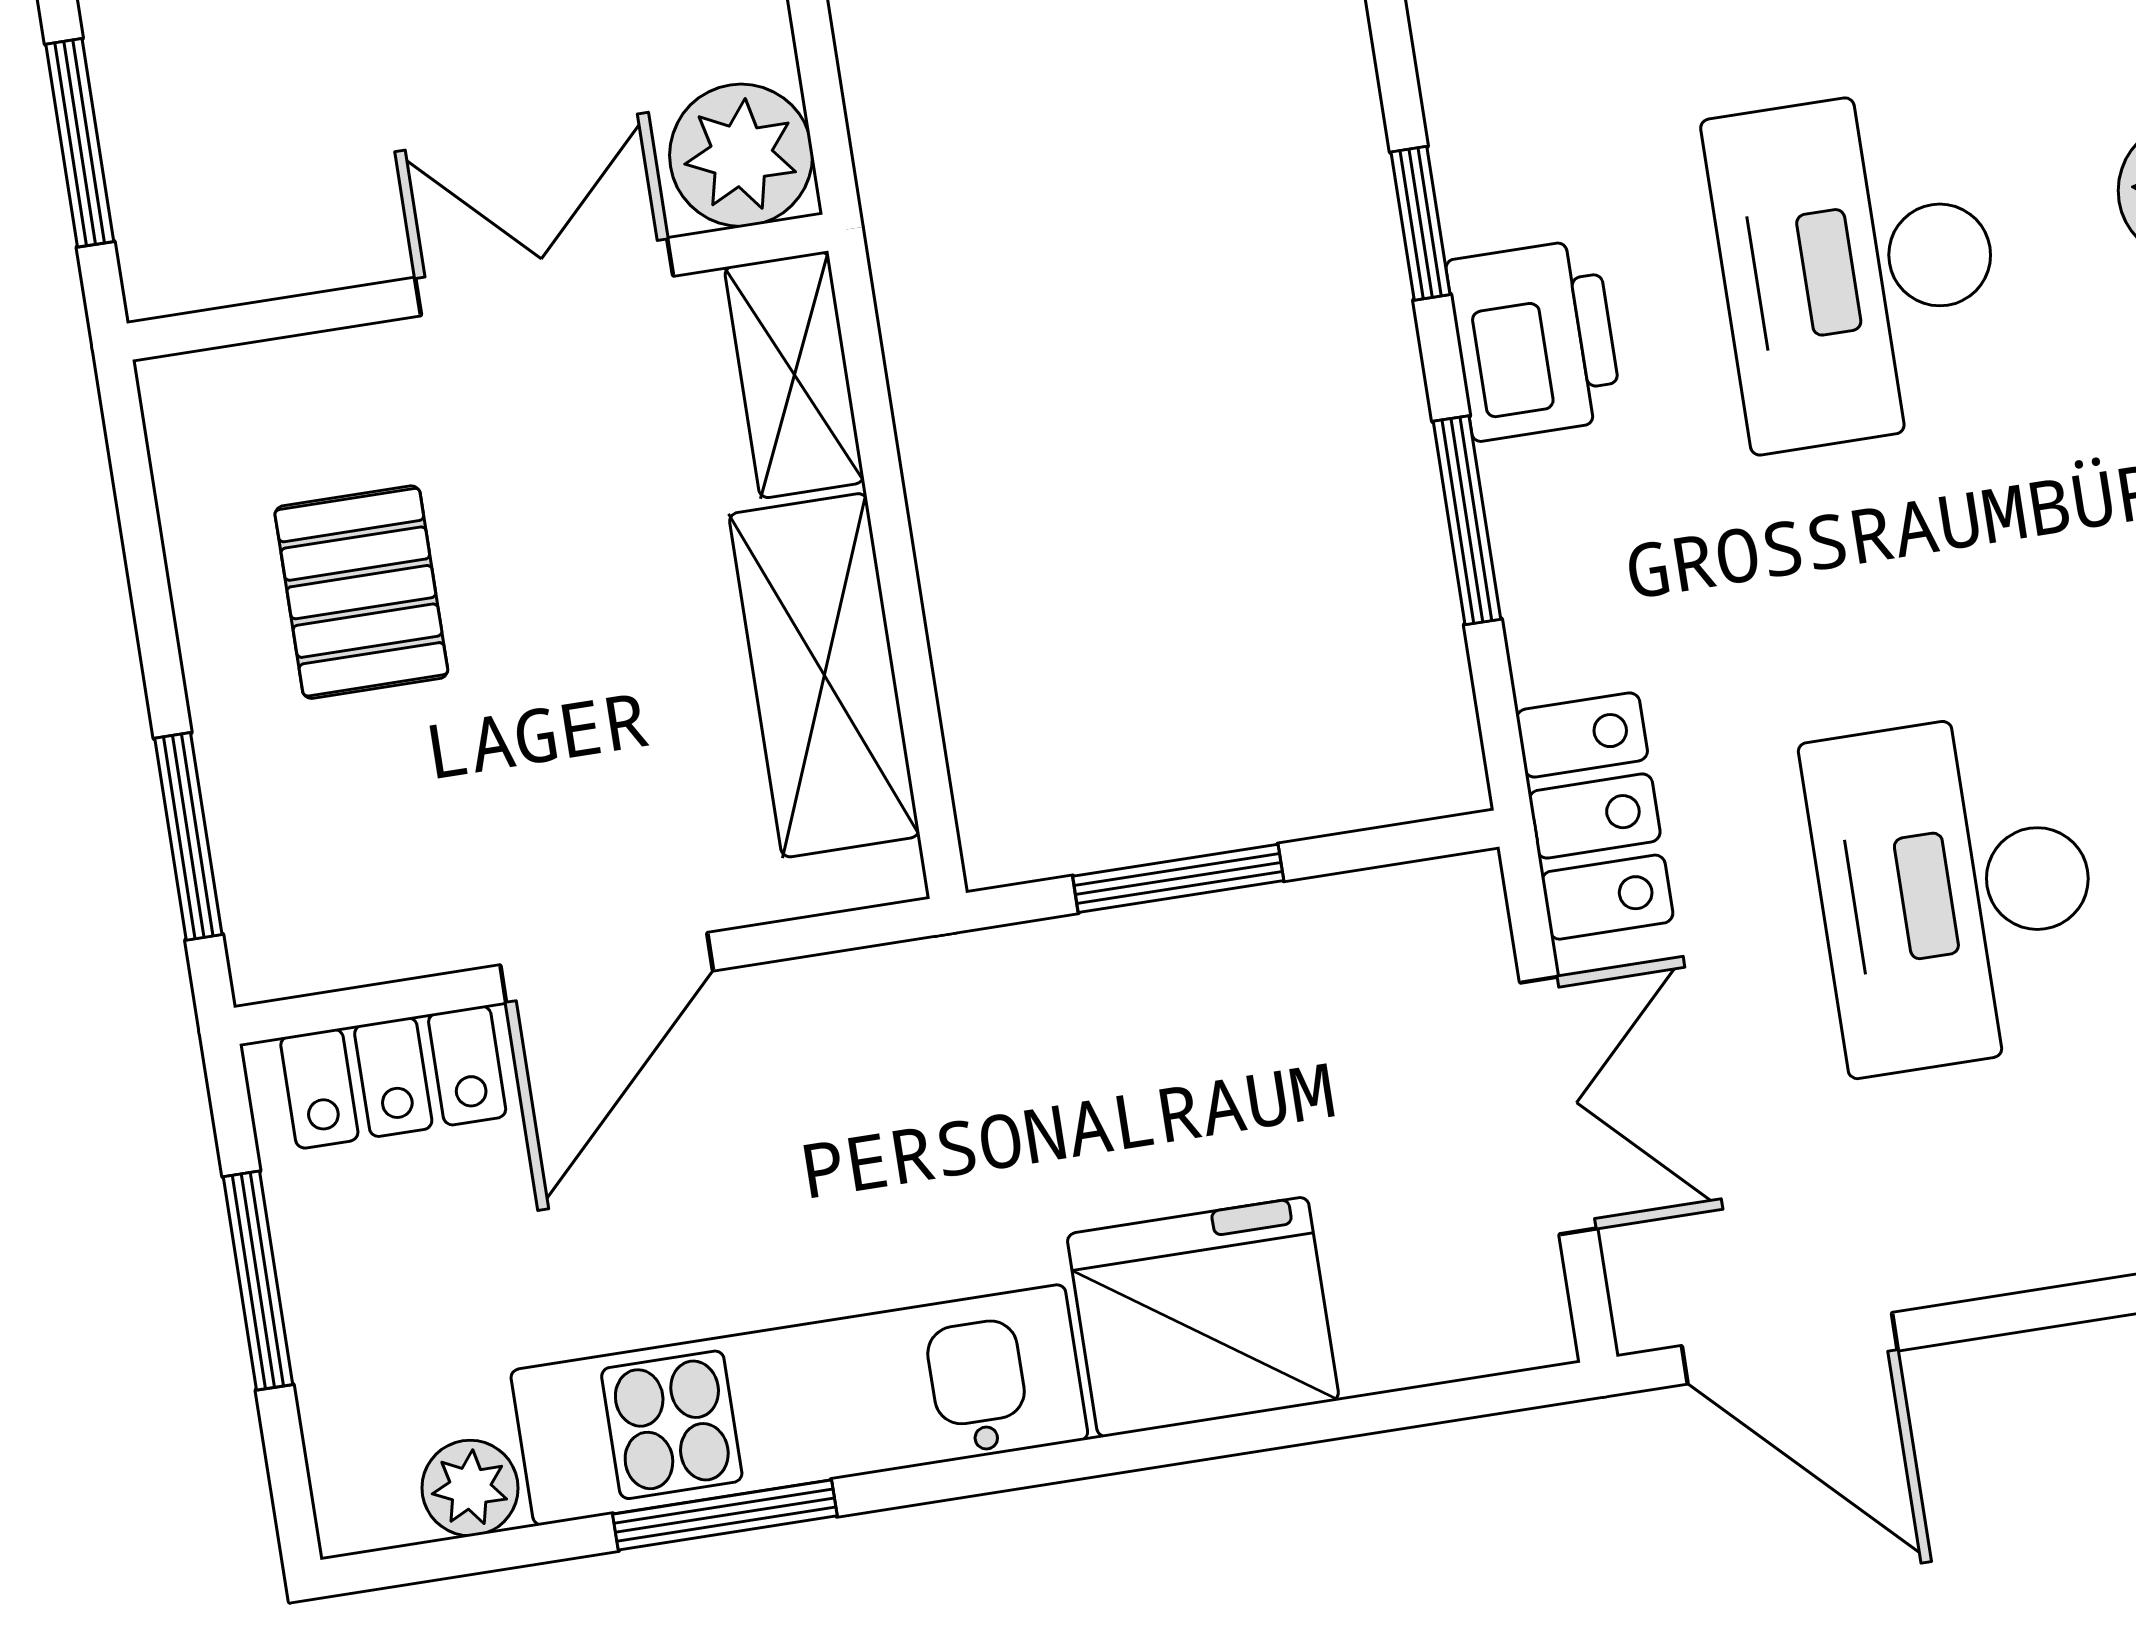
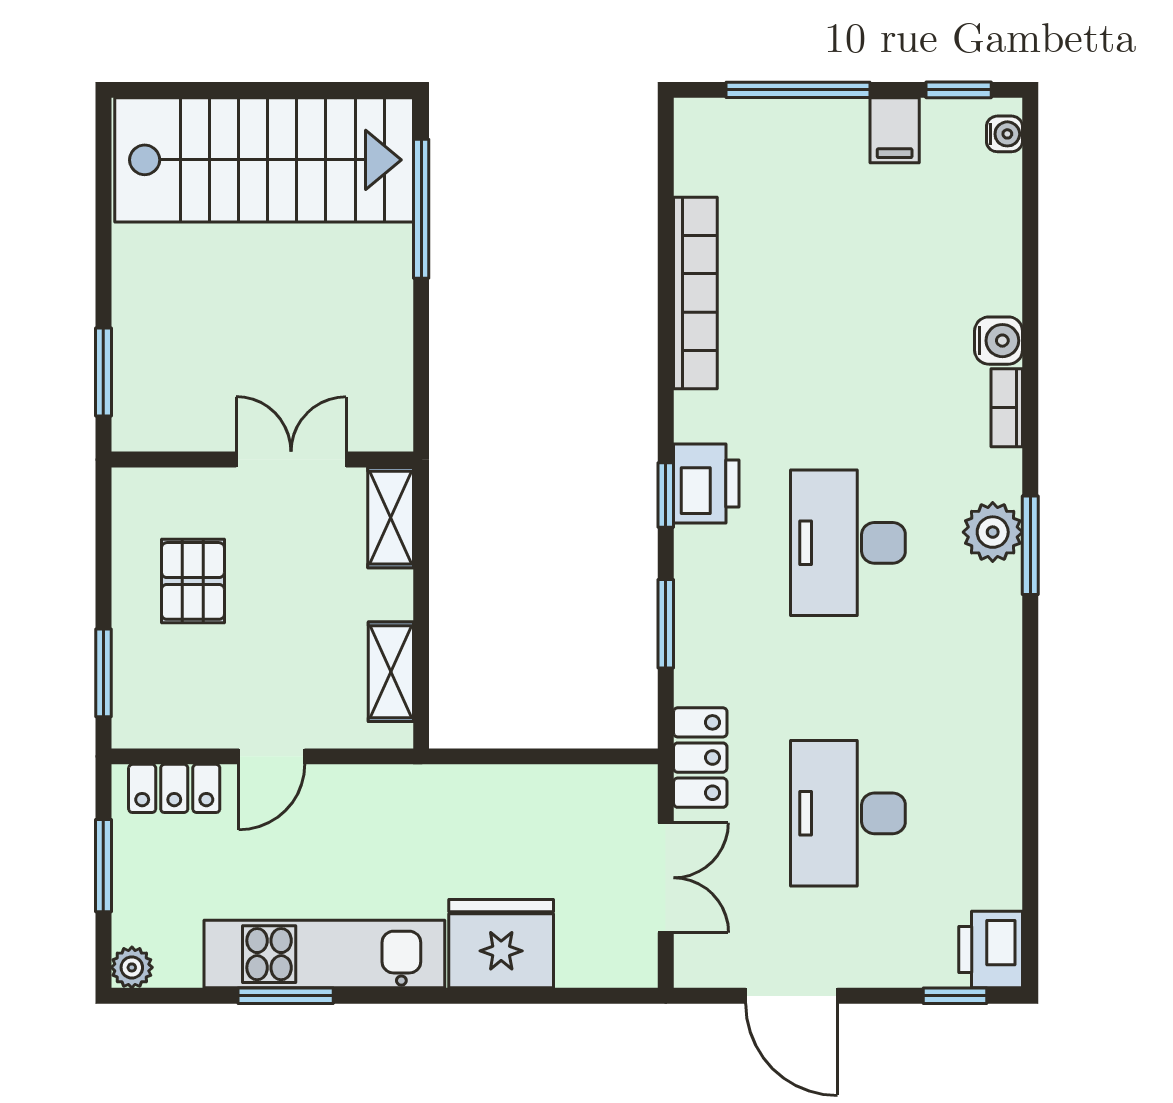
plant: (741, 155) -> (383, 421), removed
printer: (1534, 340) -> (706, 484), moved
shelving: (824, 675) -> (391, 672), width x0.67, depth x0.75
window: (1178, 878) -> (520, 756), removed
door: (607, 968) -> (272, 756), width x0.73
door: (1790, 1348) -> (791, 996), moved
plant: (470, 1488) -> (132, 967), moved

